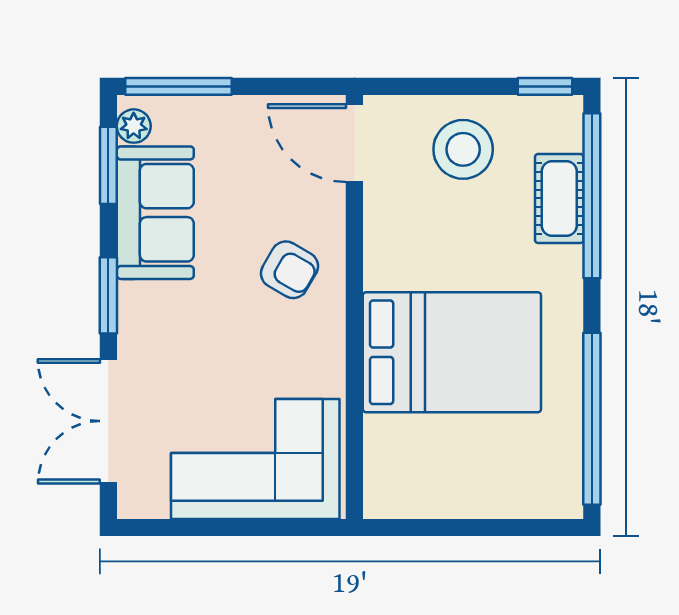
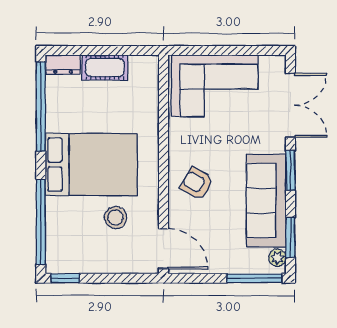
stool: (463, 149) -> (116, 218), moved, width x0.73, depth x0.73
cot: (559, 198) -> (105, 67), moved, turned 90
sofa: (155, 213) -> (266, 201), width x1.36
bed: (452, 352) -> (91, 165), moved, turned 180
dresser: (549, 500) -> (63, 64), added

